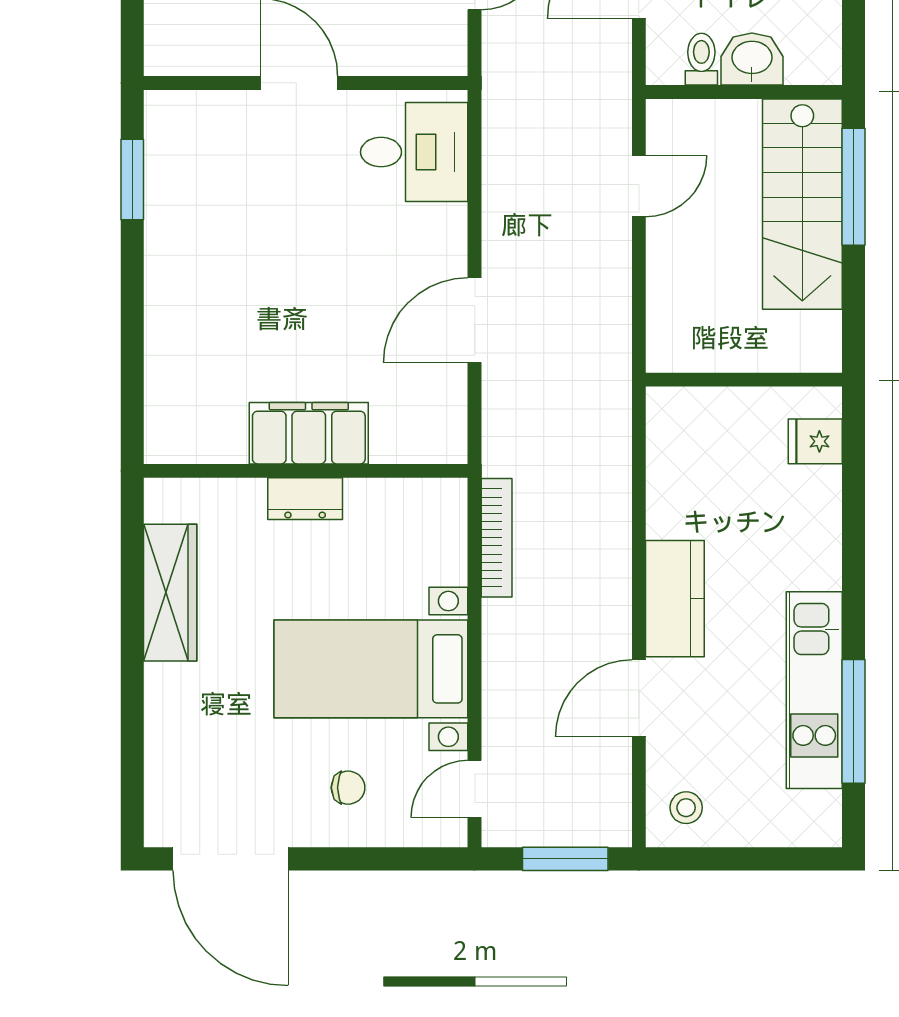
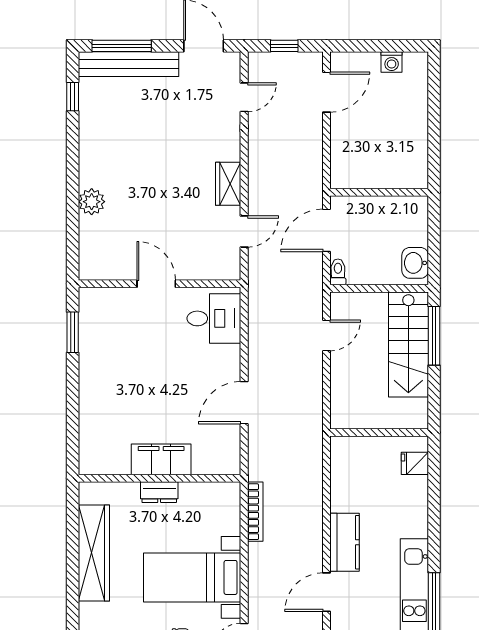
toilet: (701, 59) -> (338, 272), moved
washbasin: (752, 59) -> (415, 263), moved, turned -90
wardrobe: (170, 593) -> (94, 553), width x1.40, depth x1.17

